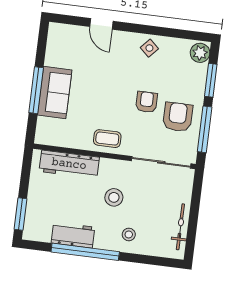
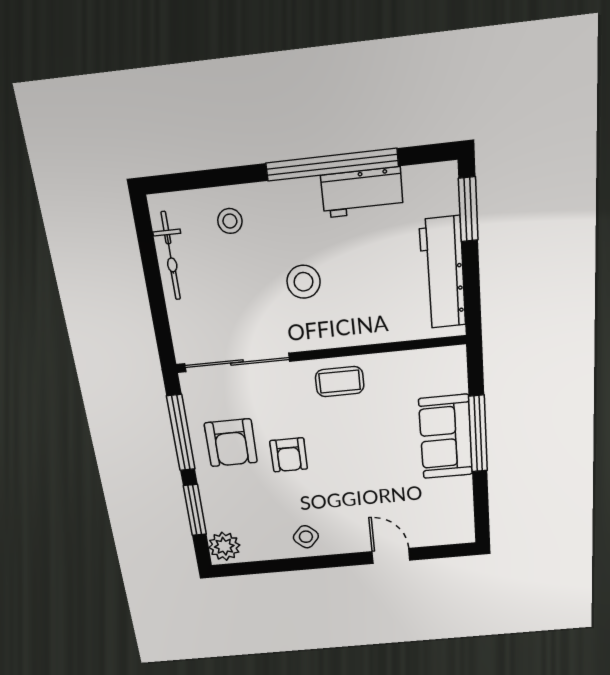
workbench: (69, 164) -> (443, 273), moved, turned -90
stool: (129, 234) -> (230, 221), moved

